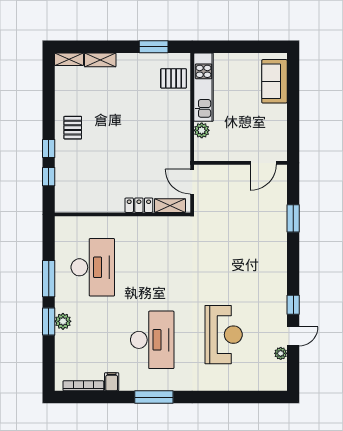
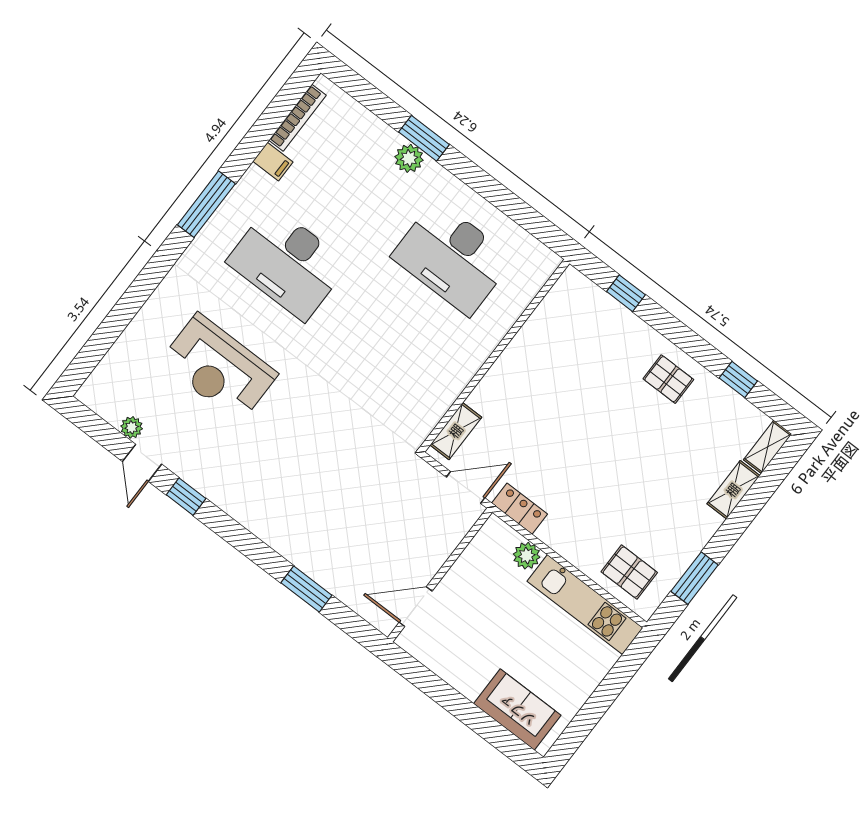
pallet: (174, 78) -> (629, 572), turned 90
window: (49, 148) -> (738, 379), moved
door: (263, 163) -> (416, 607), hinge flipped
locker: (139, 205) -> (520, 509), moved, turned -90
window: (49, 279) -> (484, 184), removed

